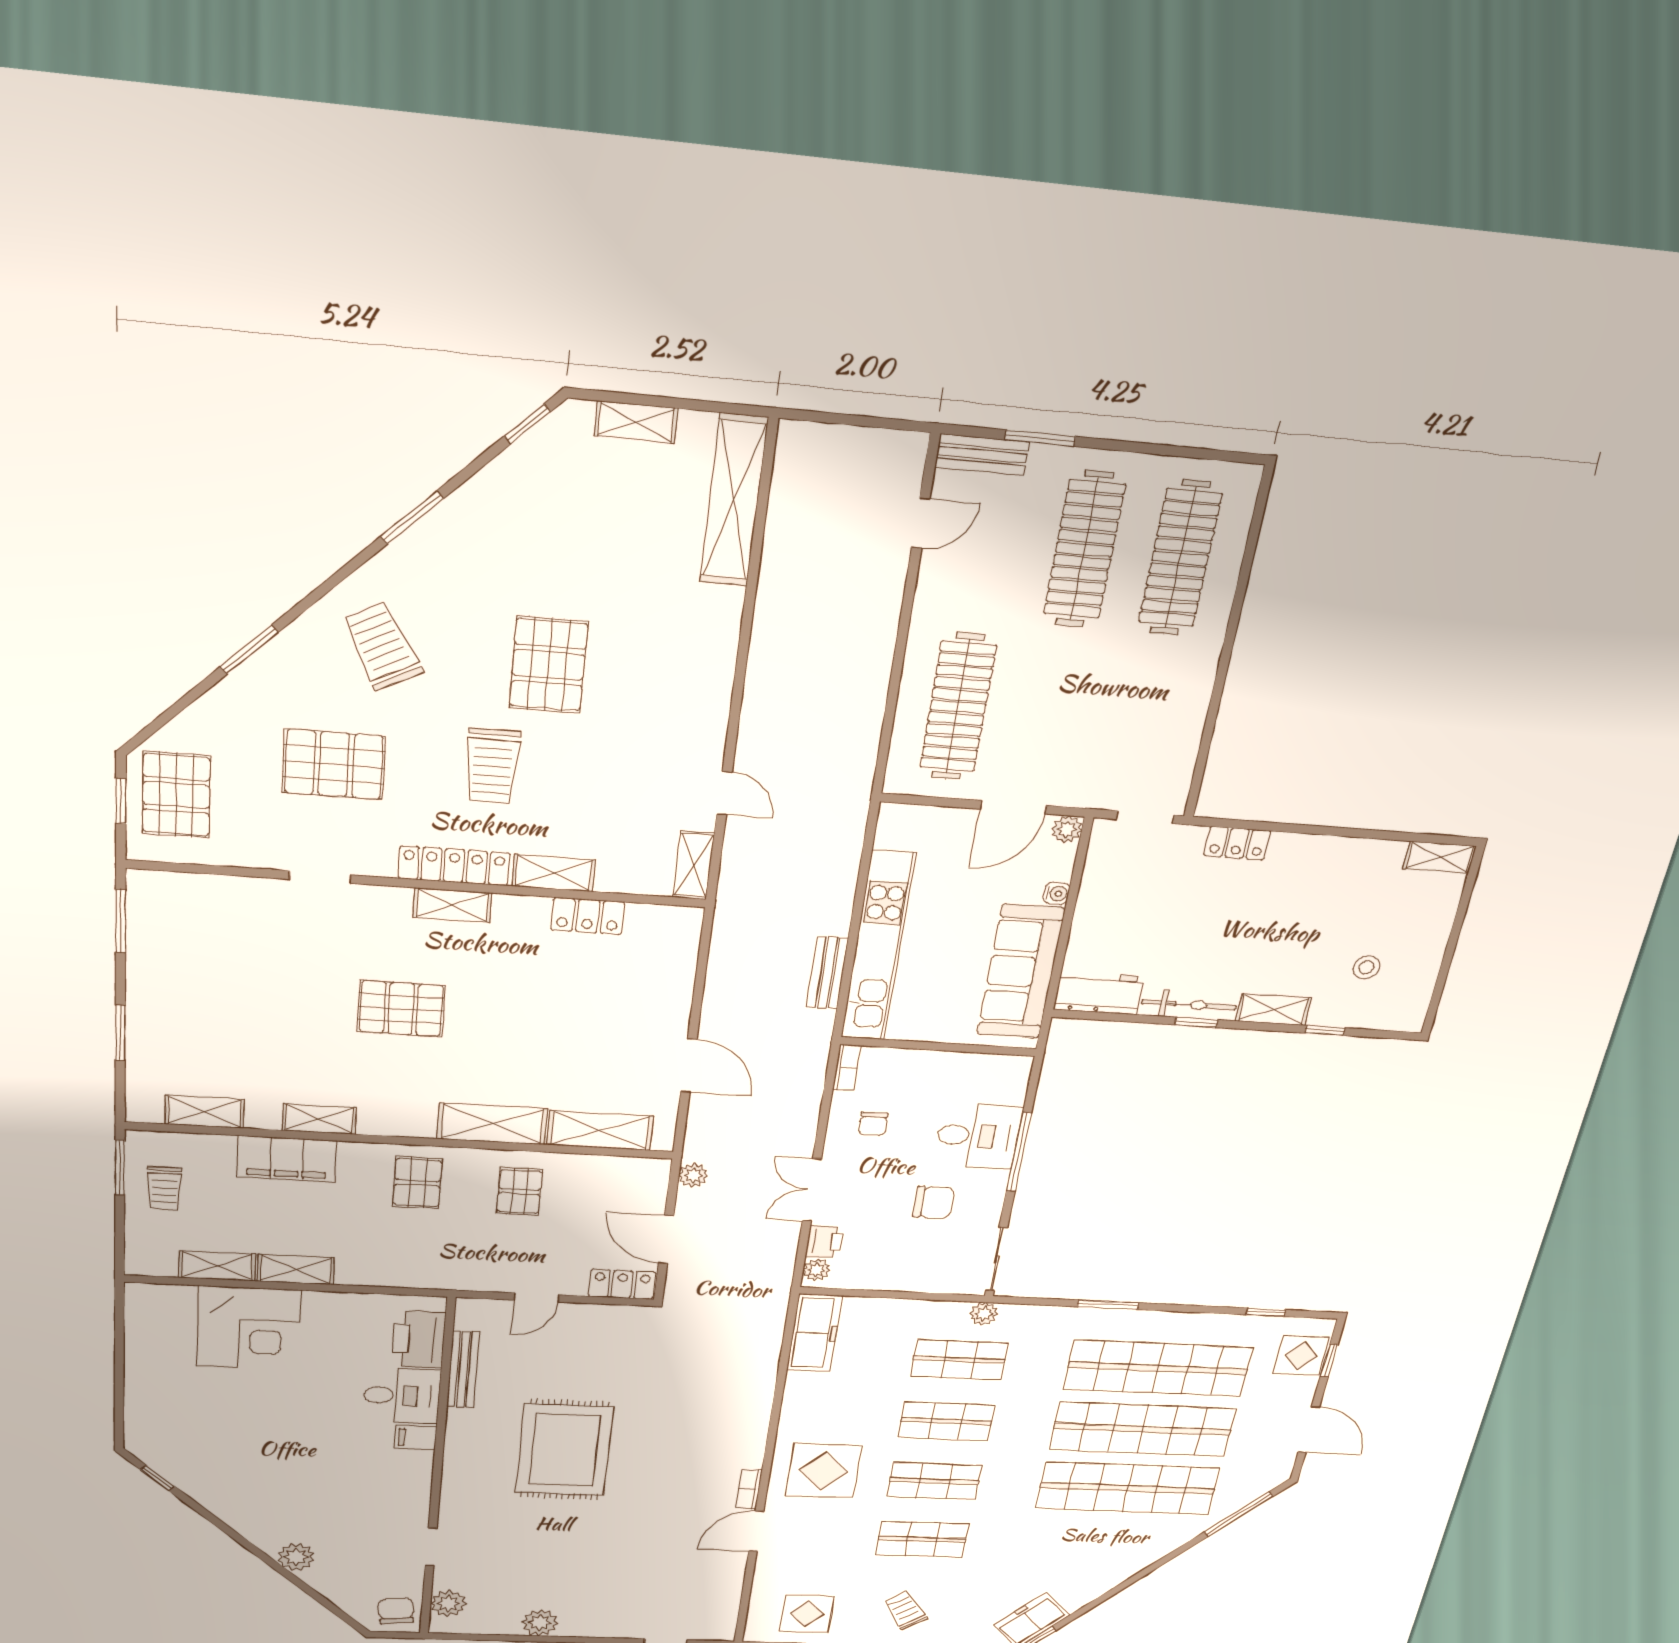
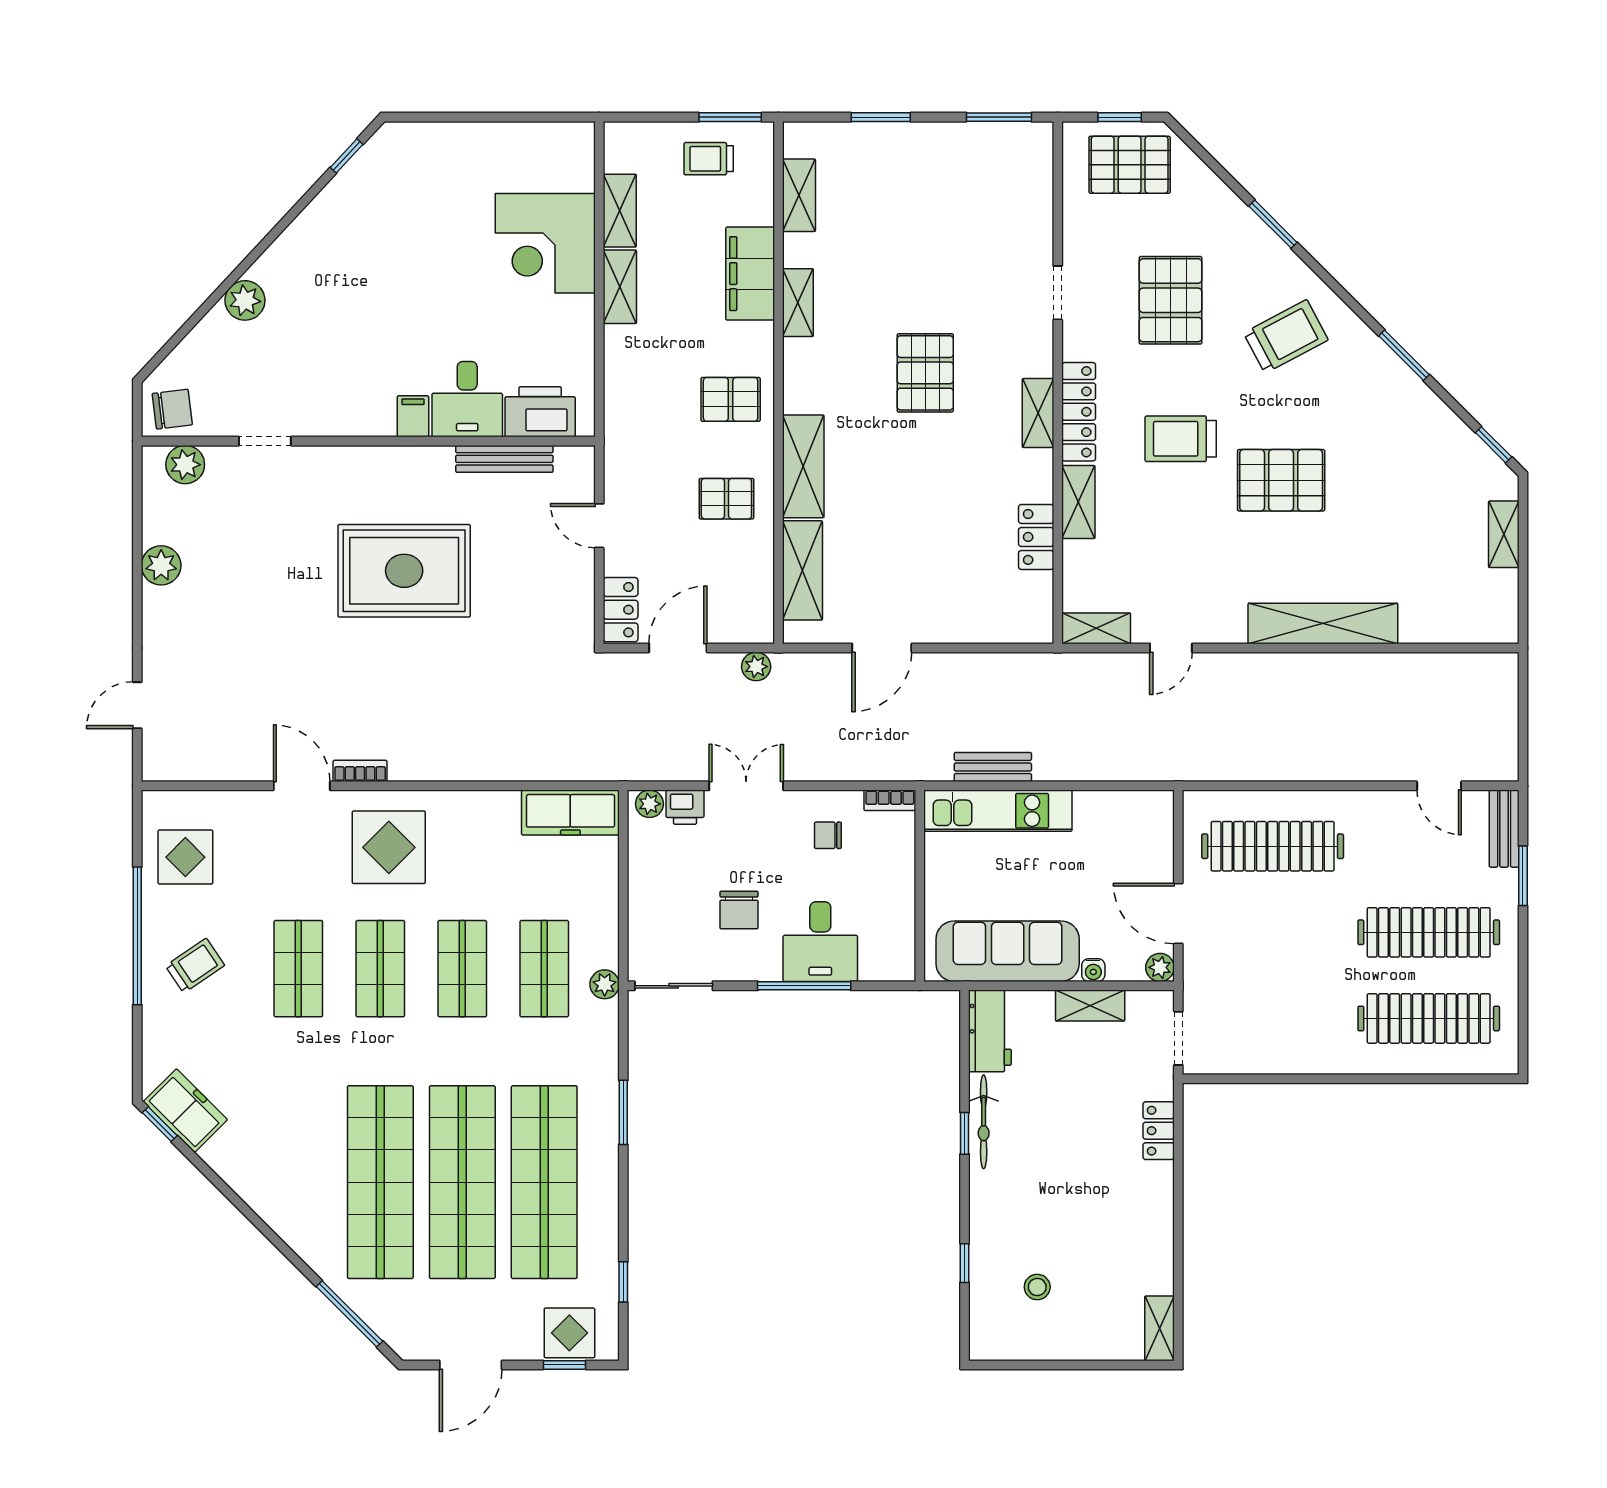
shelving: (734, 500) -> (1323, 623), moved
kitchen unit: (878, 946) -> (998, 811), width x0.73
shelving: (1273, 1009) -> (1090, 1005), moved, turned 90

